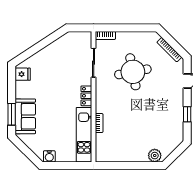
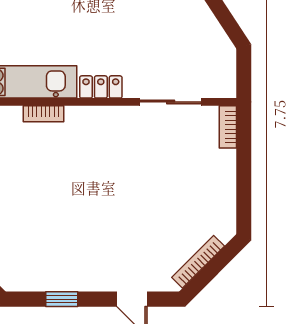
round table: (133, 72) -> (151, 185), removed

